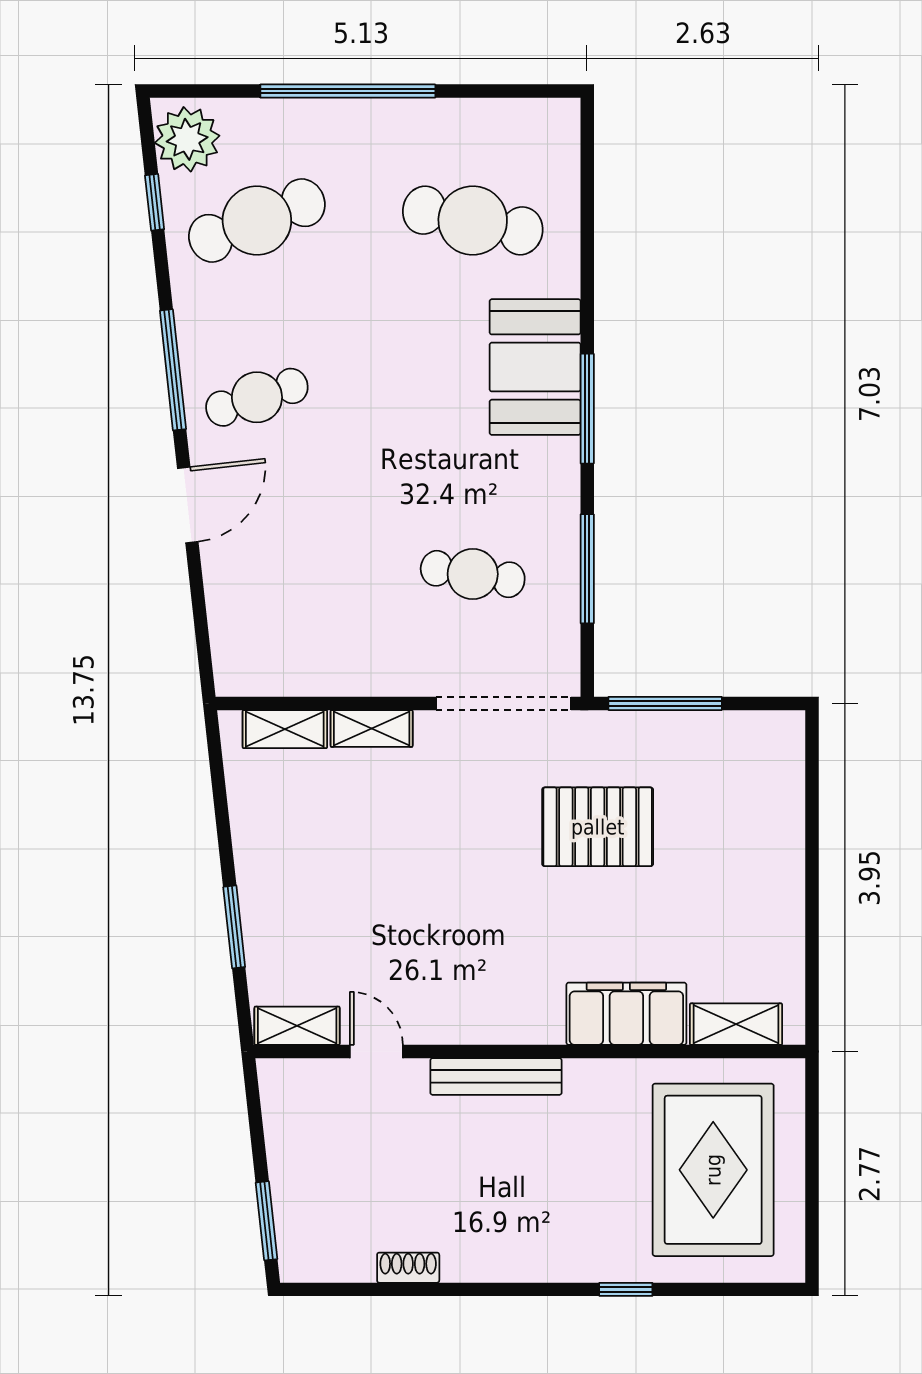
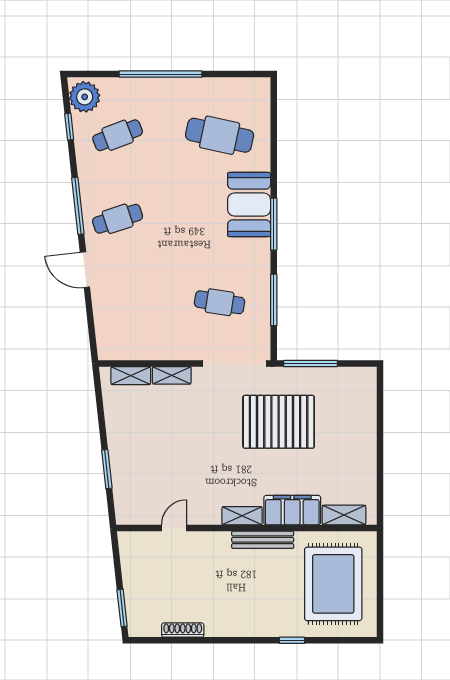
cafe table: (257, 220) -> (118, 135), width x0.73, depth x0.74
door: (188, 505) -> (85, 270), swing flipped
pallet: (598, 827) -> (279, 422), width x1.37, depth x1.41
shelving: (297, 1026) -> (242, 516), moved
door: (376, 1051) -> (174, 528), hinge flipped
bench: (496, 1076) -> (263, 540), moved
shoe rack: (408, 1268) -> (183, 630), width x1.43

